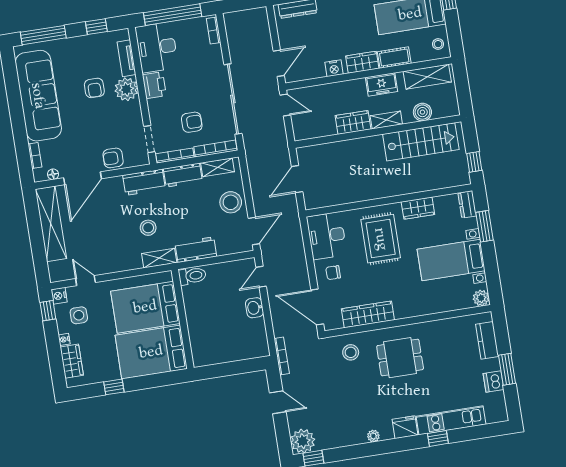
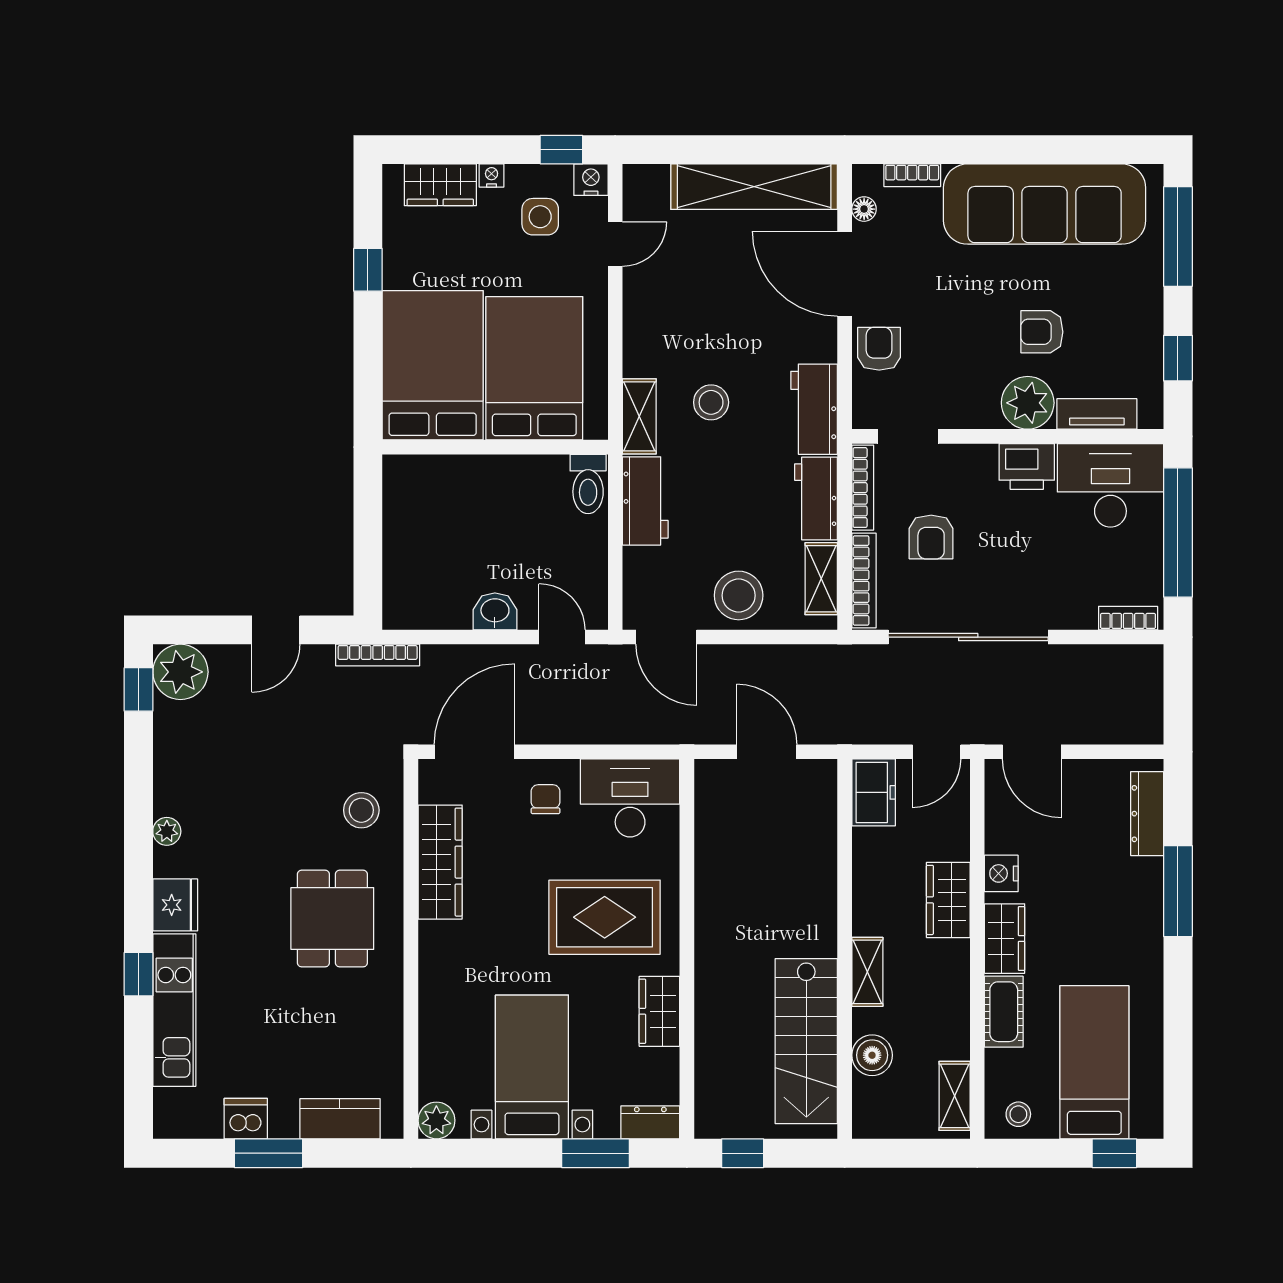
shelving: (427, 77) -> (955, 1096), width x0.67, depth x0.75
freezer: (382, 84) -> (874, 792), moved, turned 180
wardrobe: (353, 122) -> (948, 900), moved, turned 180

